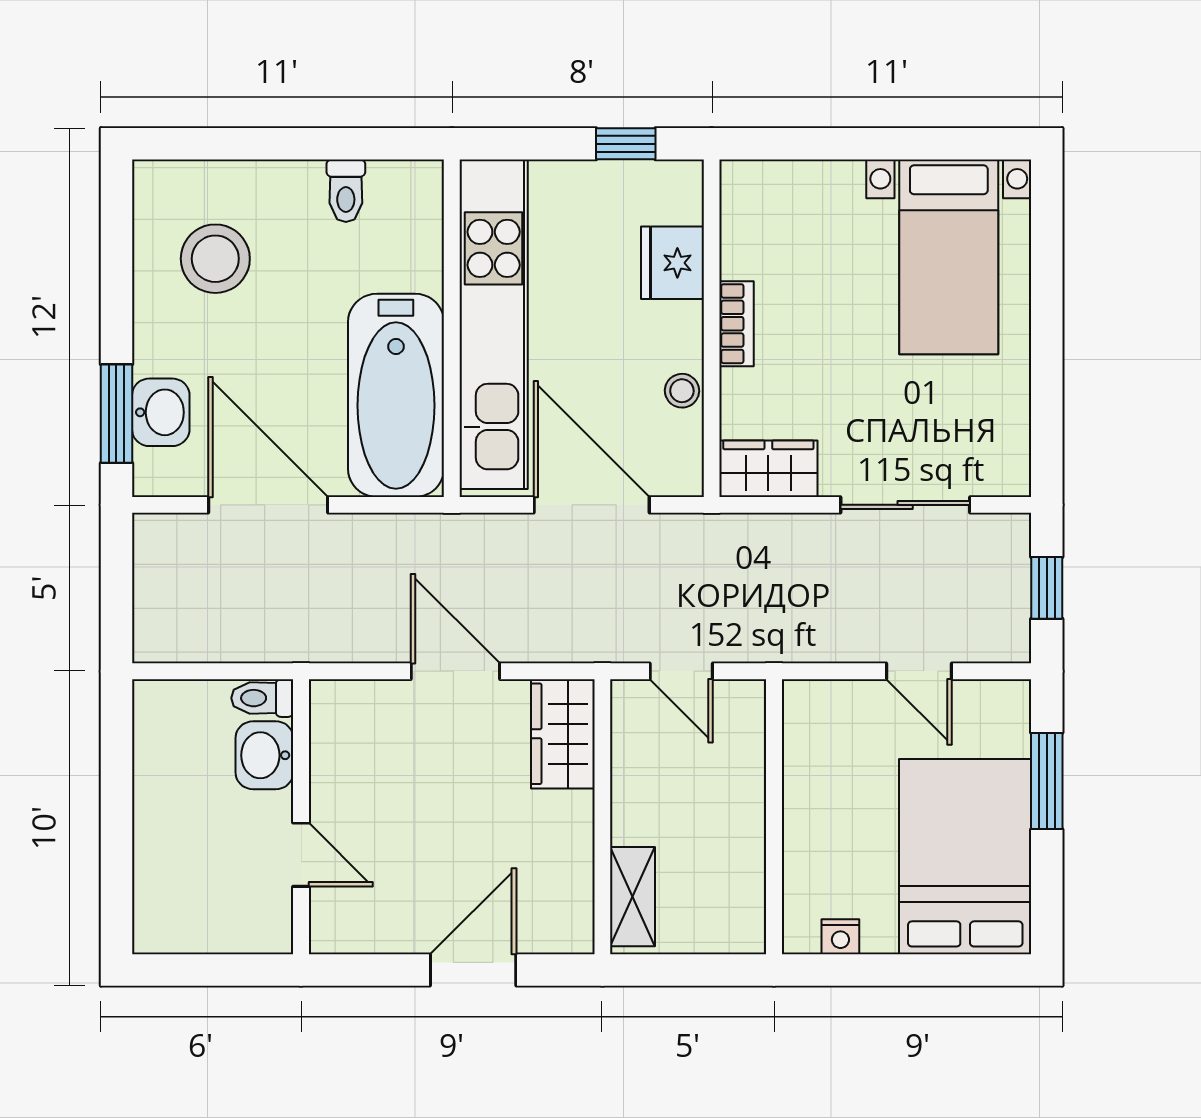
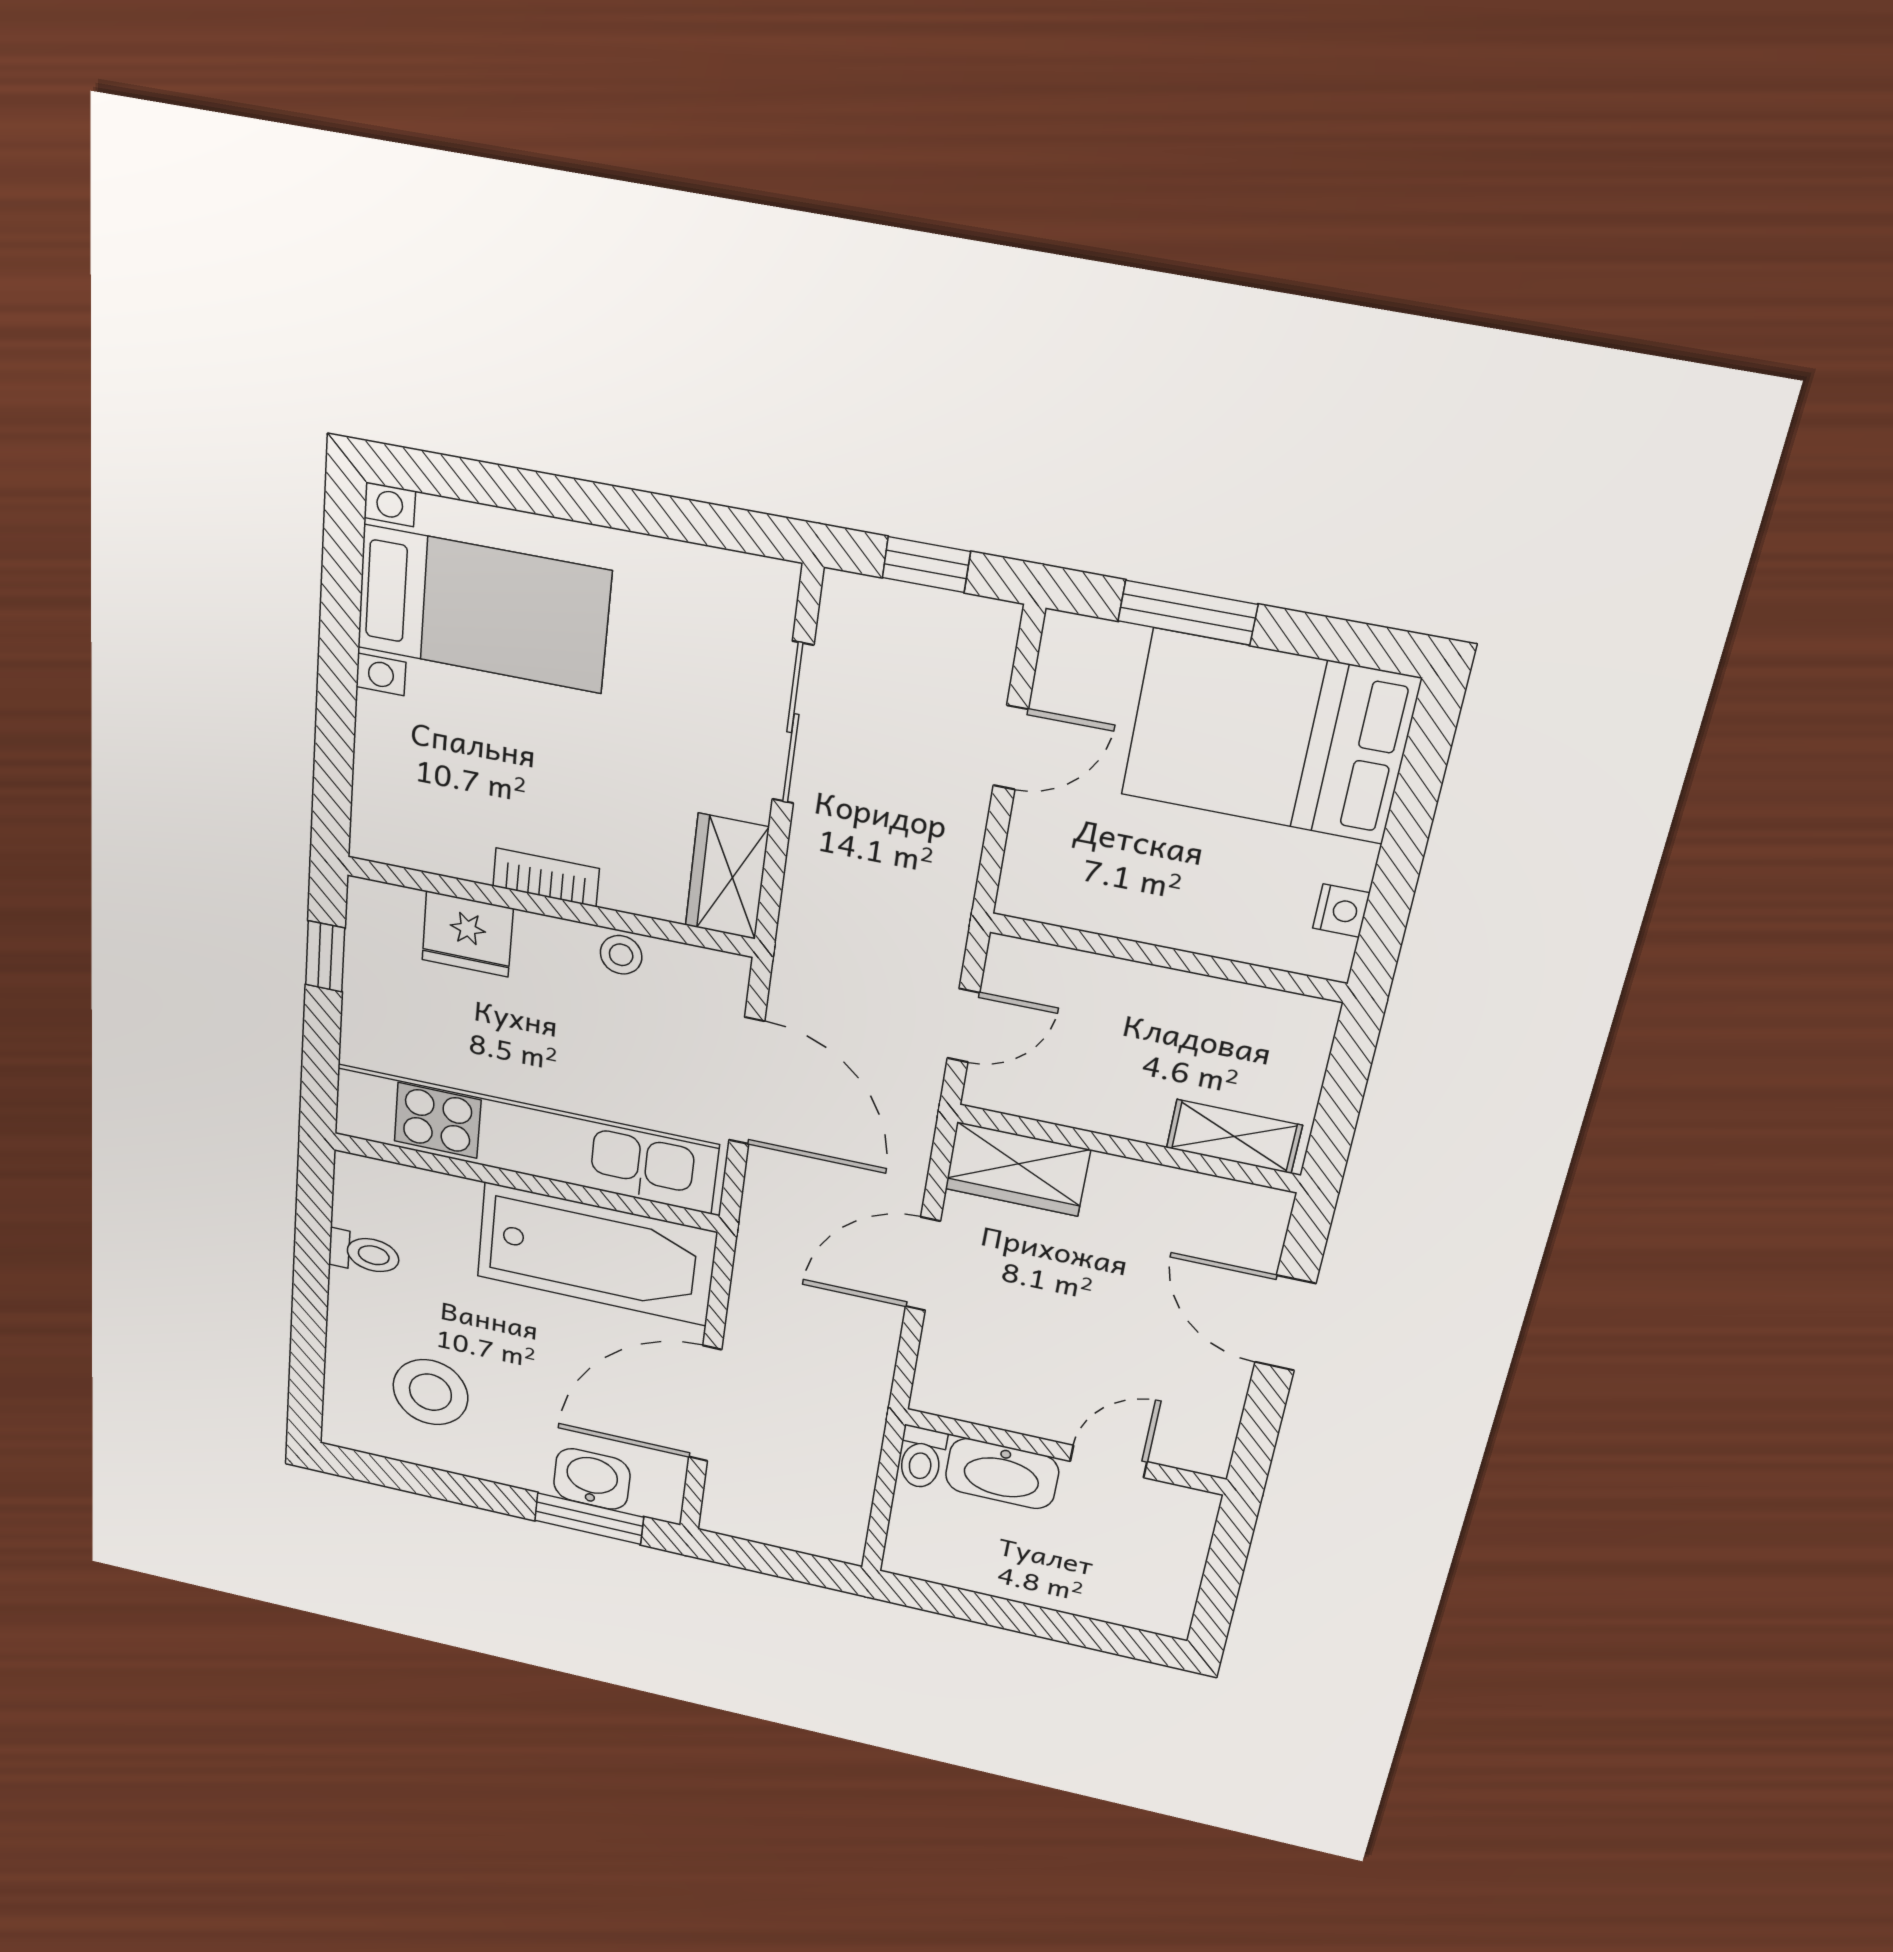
door: (592, 505) -> (747, 1081), swing flipped
washbasin: (264, 755) -> (1002, 1474), width x1.38

